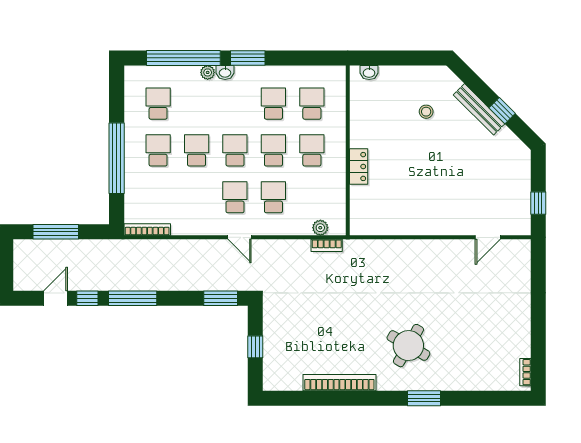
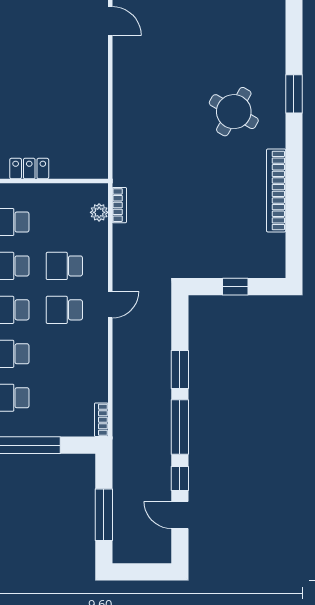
bookcase: (147, 230) -> (101, 420), width x0.64
window: (221, 298) -> (180, 369), moved

